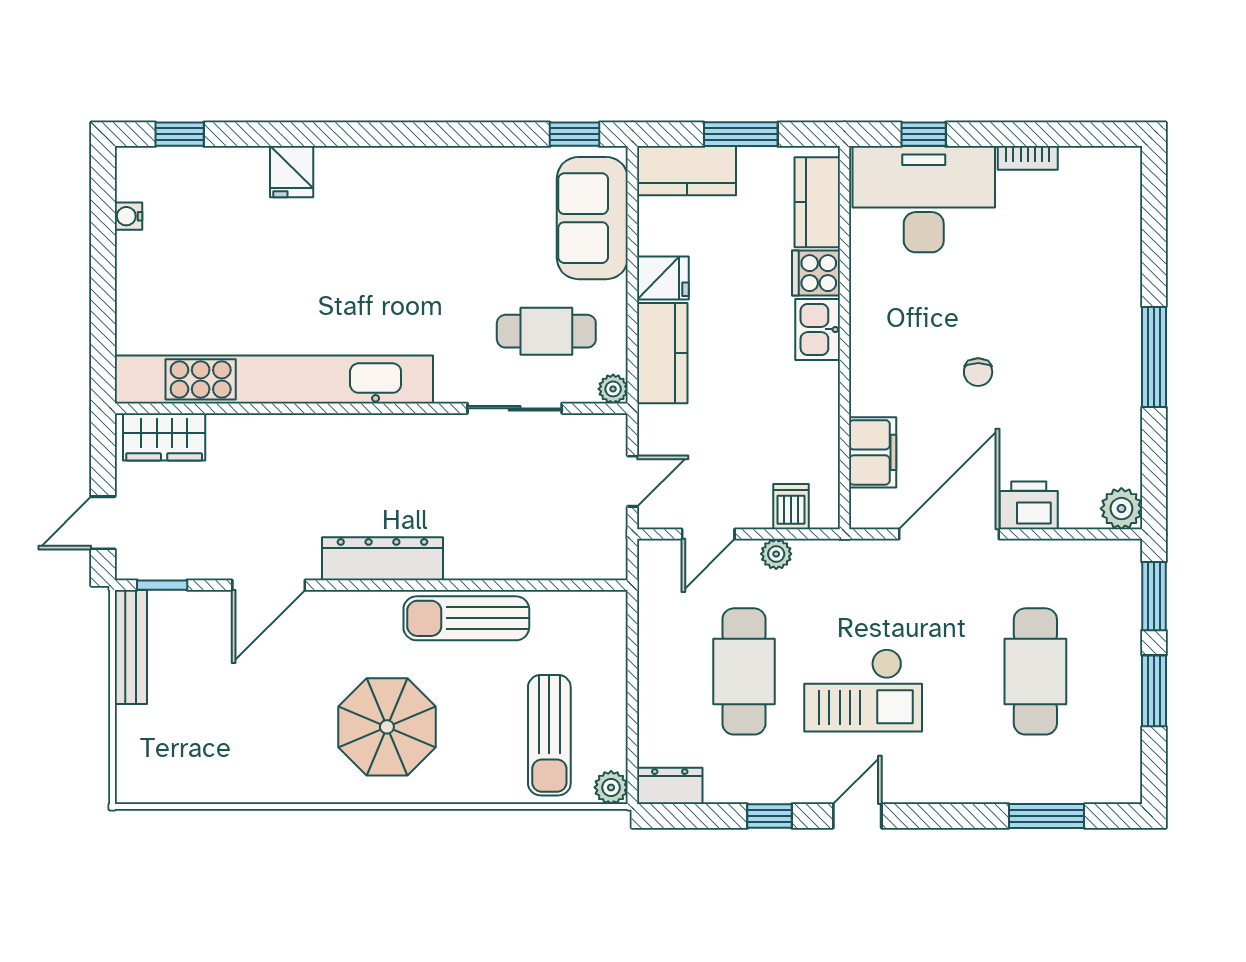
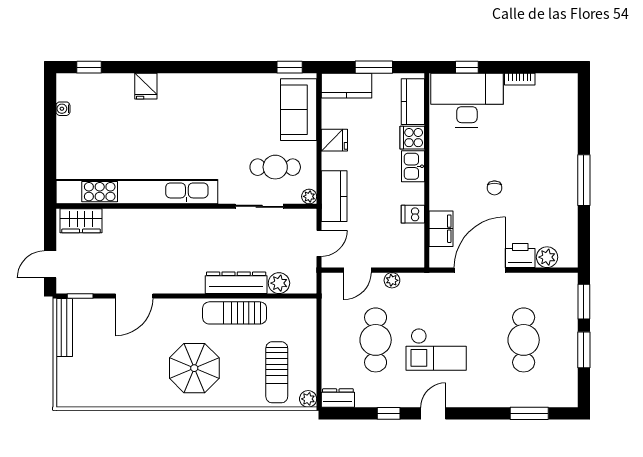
kitchen counter: (662, 353) -> (334, 196), moved
dishwasher: (791, 507) -> (413, 214), moved, turned -90
plant: (1121, 509) -> (547, 257), moved
dresser: (382, 559) -> (236, 283), moved
plant: (554, 560) -> (279, 283), added

